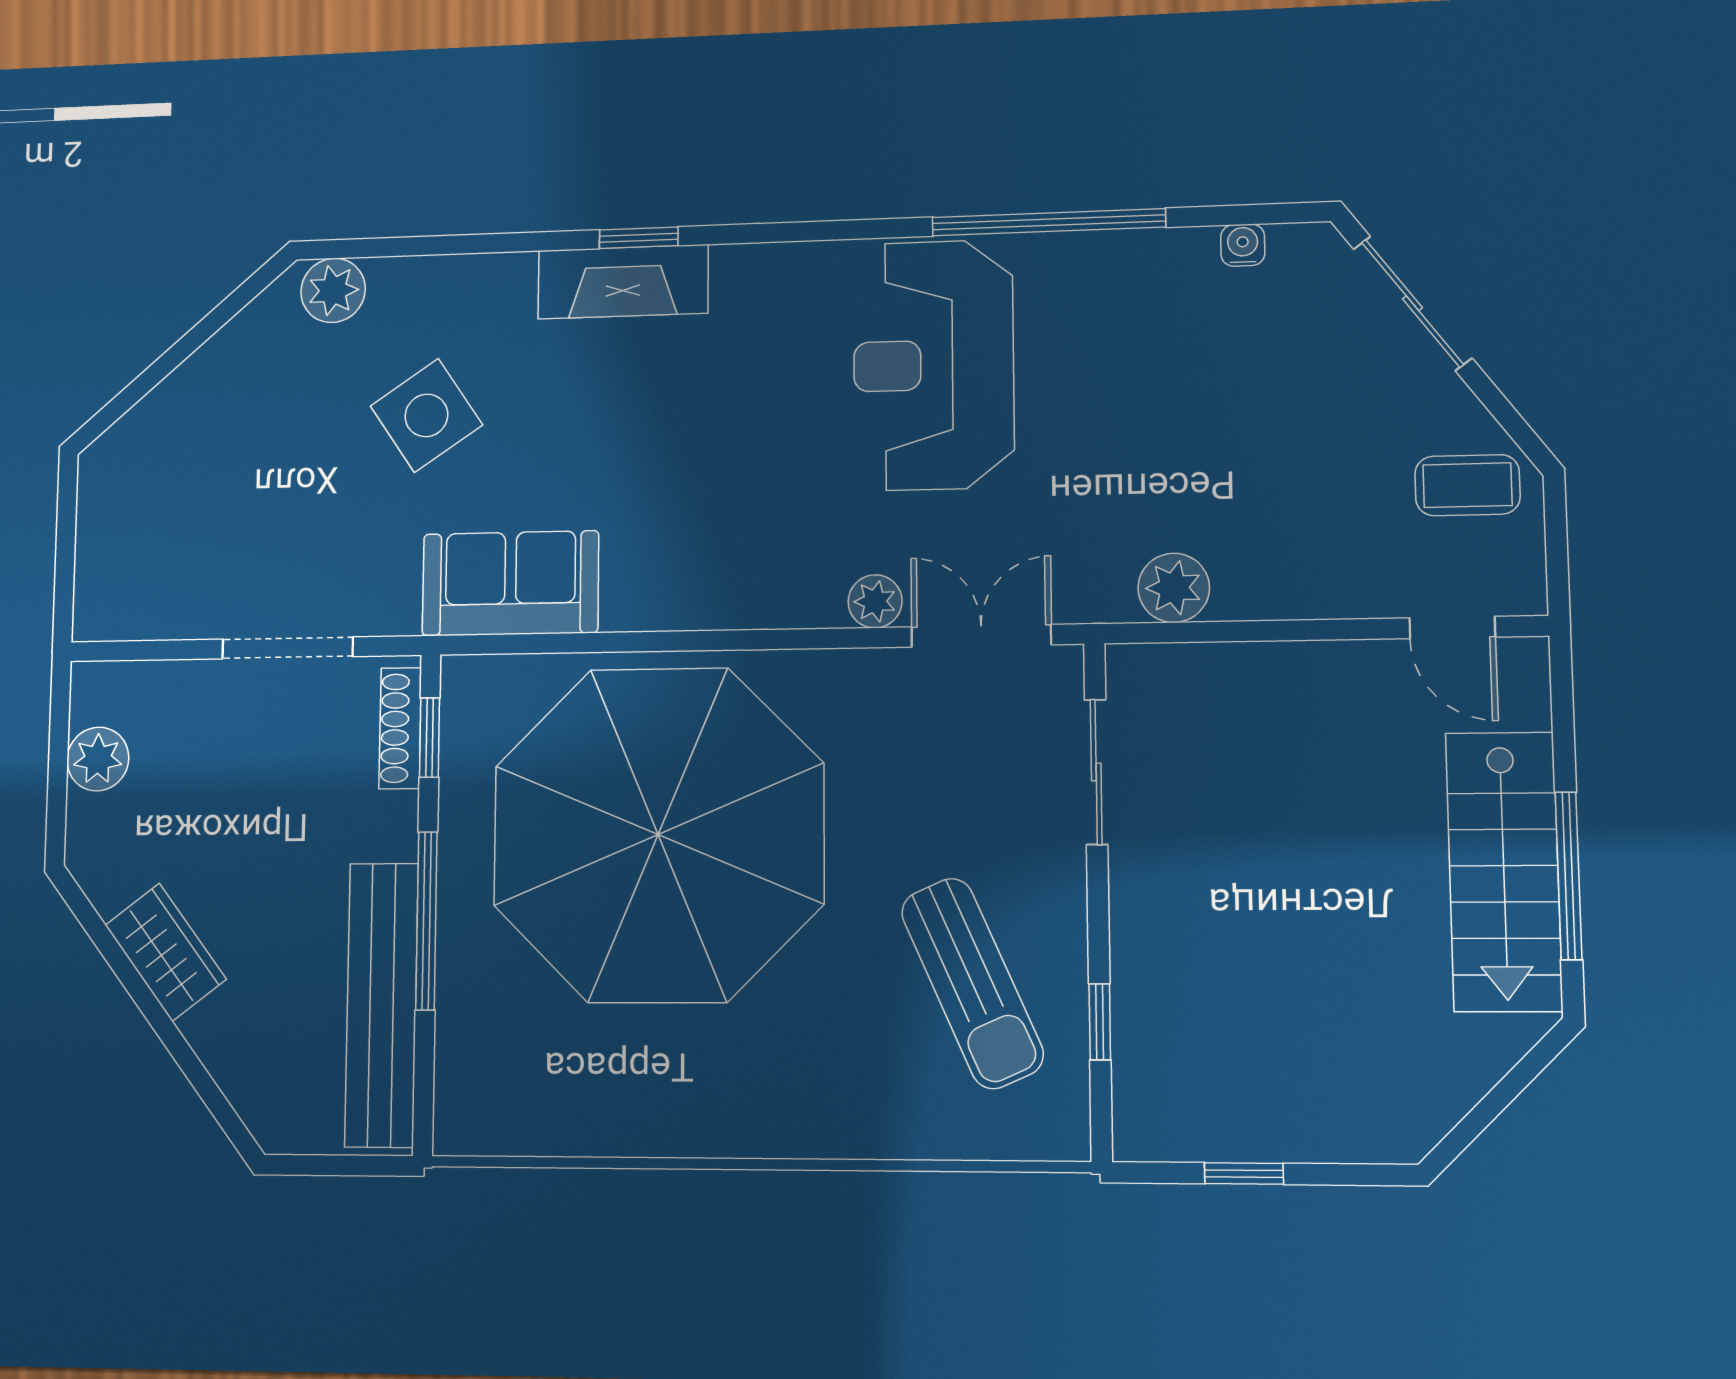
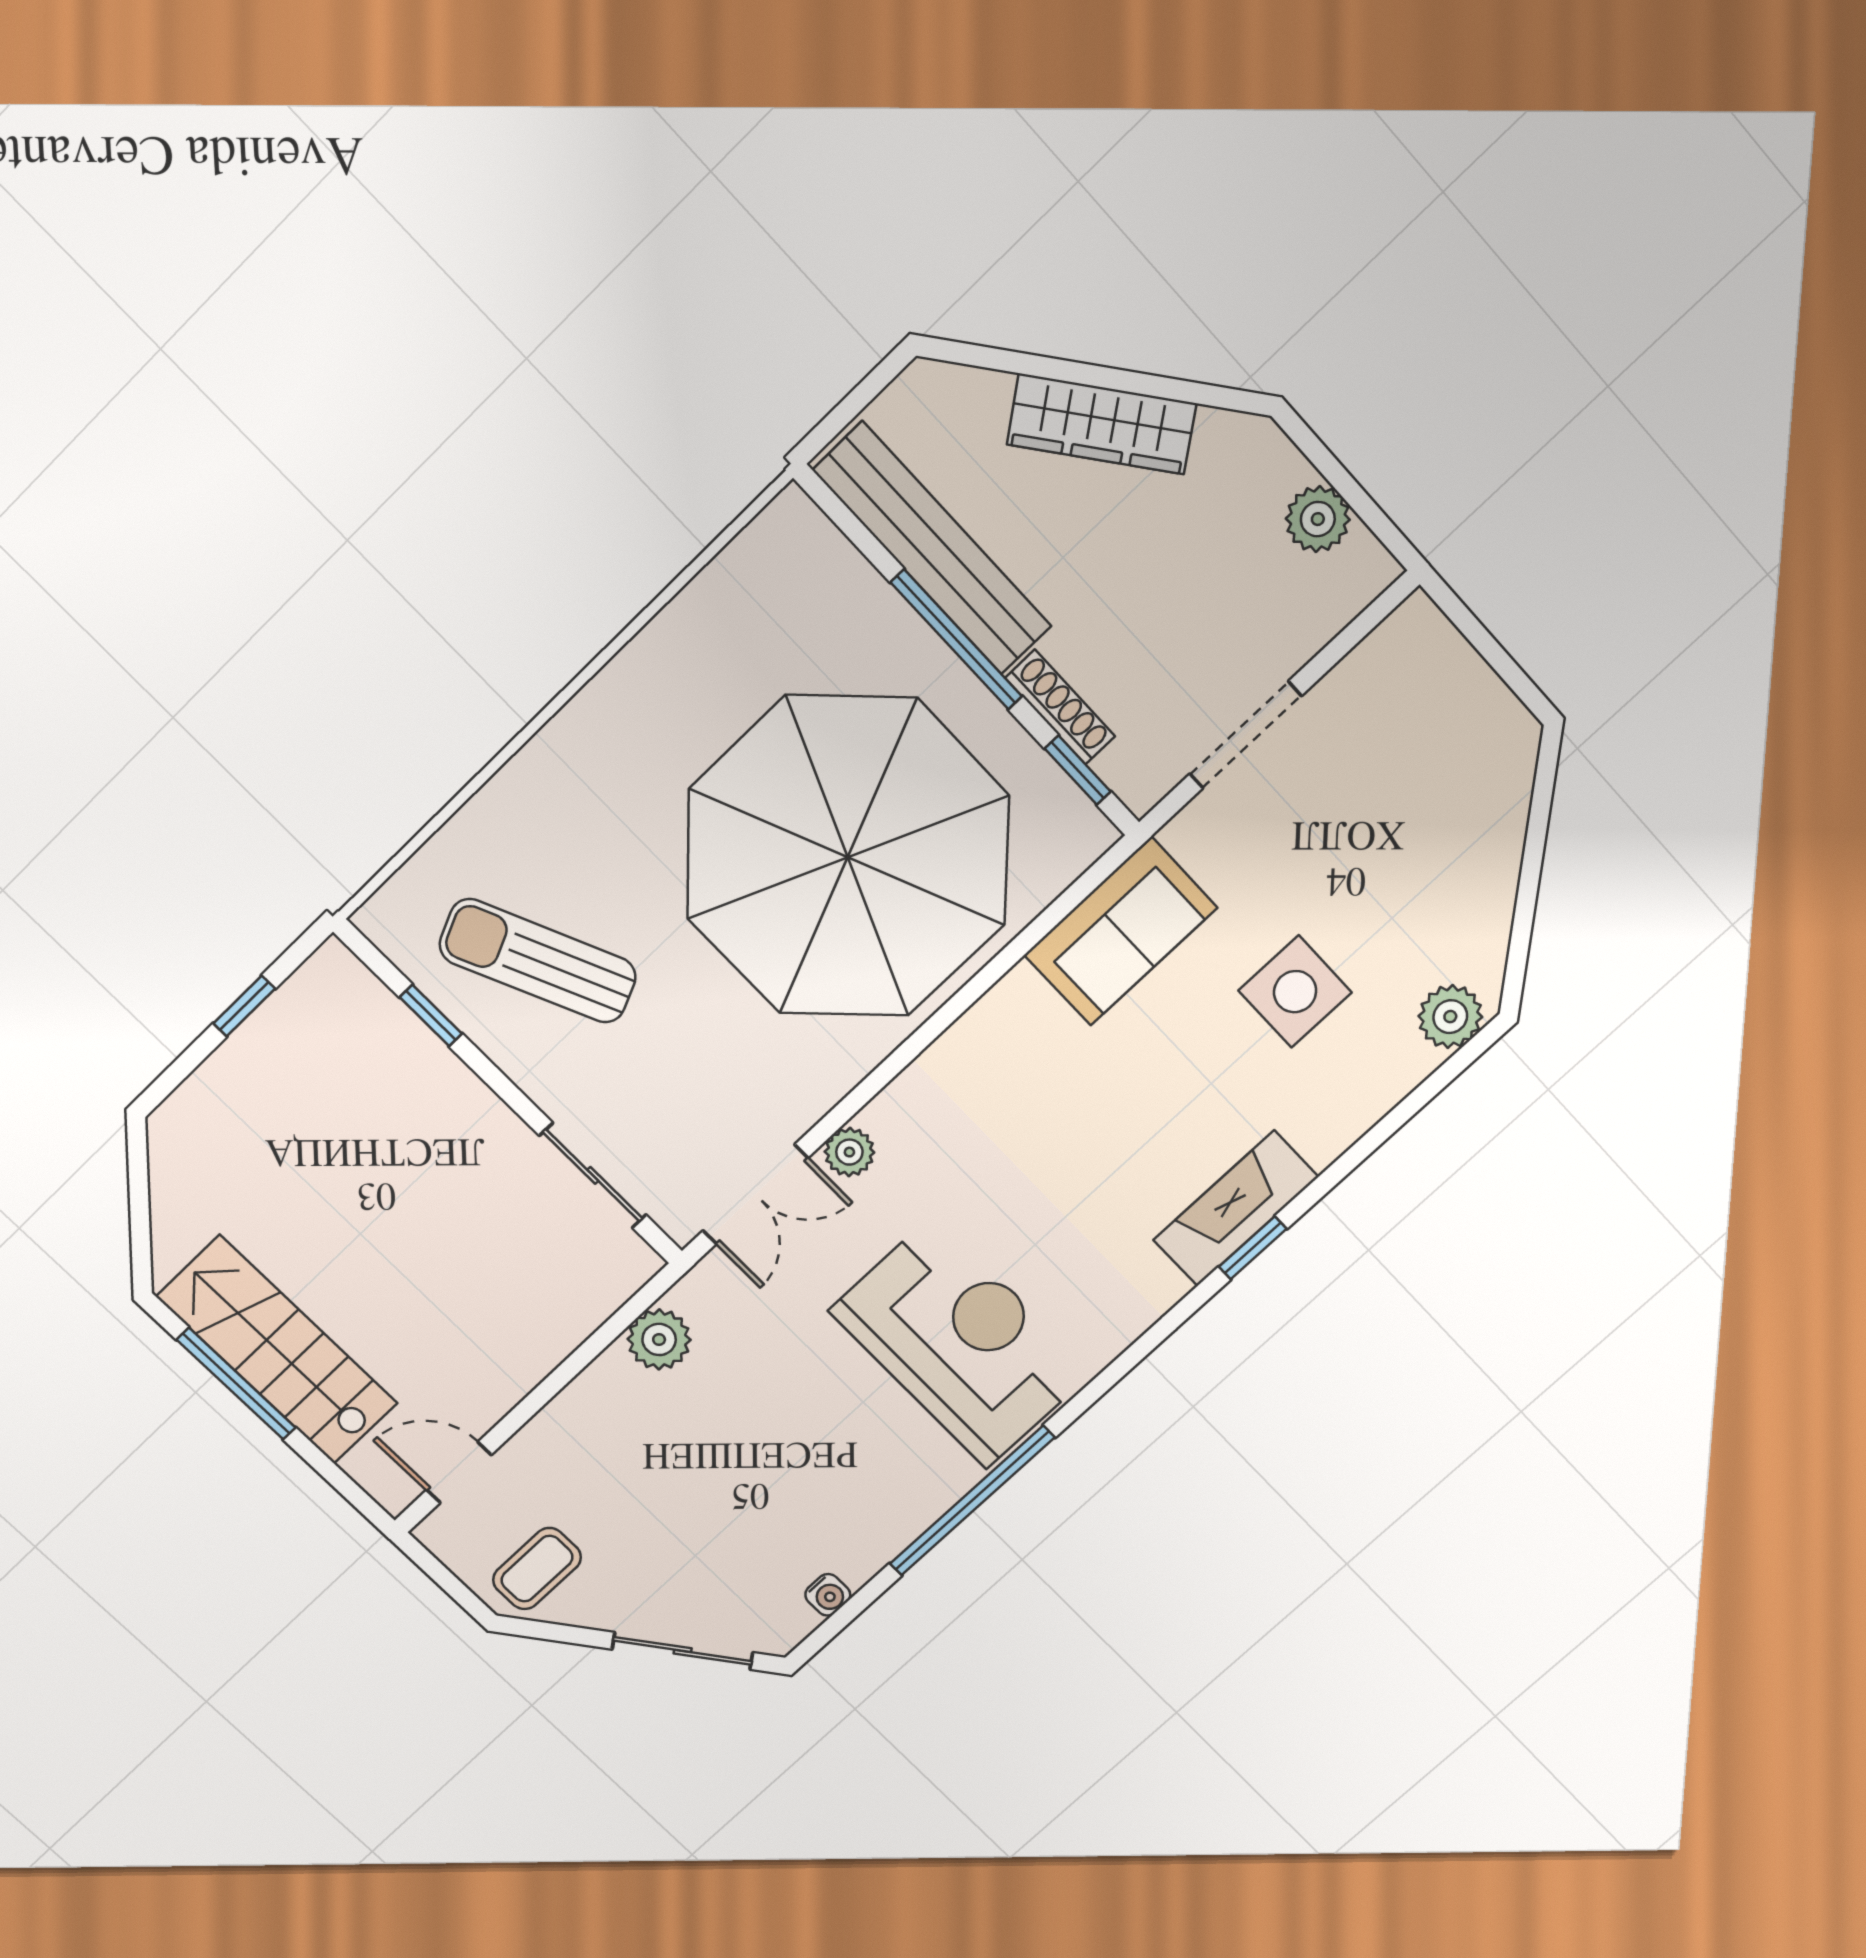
side table: (426, 415) -> (1295, 992), turned 34
shoe rack: (400, 728) -> (1060, 707), moved
wardrobe: (166, 952) -> (1102, 424), width x1.50

